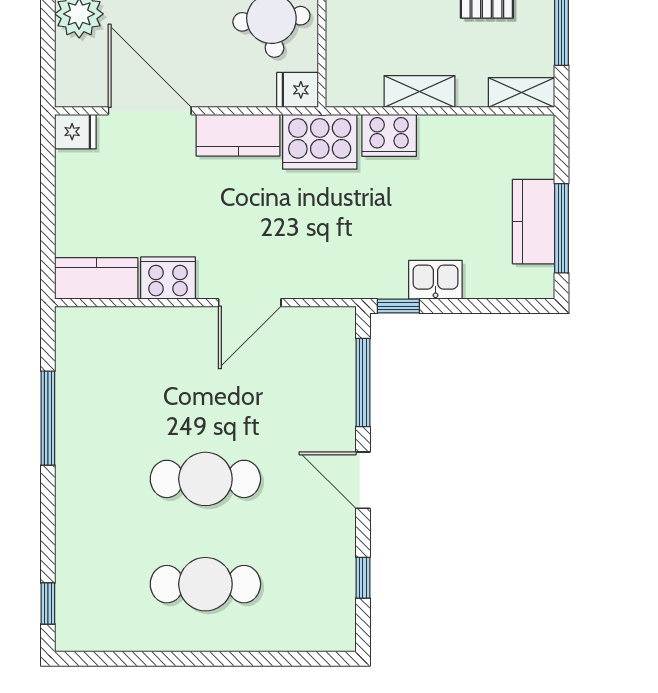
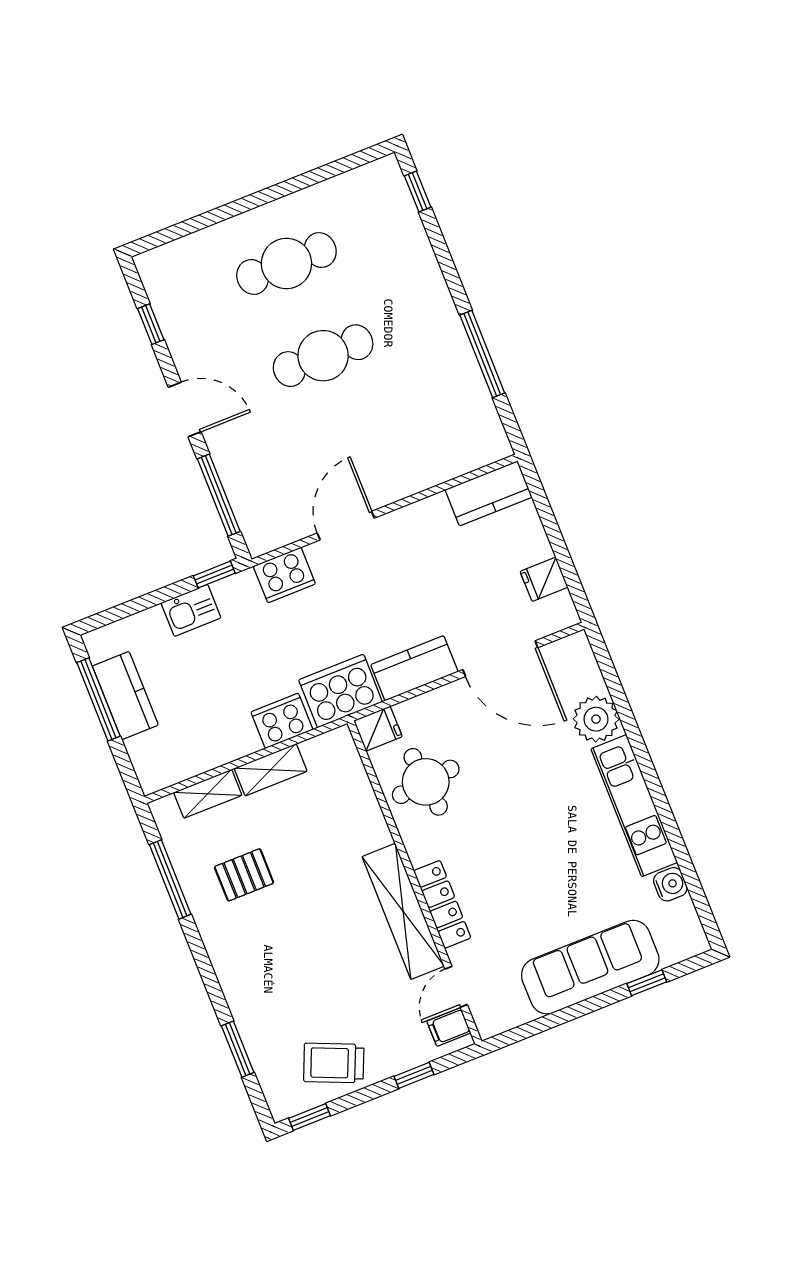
shelving: (521, 92) -> (208, 794), moved
fridge: (75, 132) -> (544, 579), moved
cooker: (168, 278) -> (284, 575), moved

